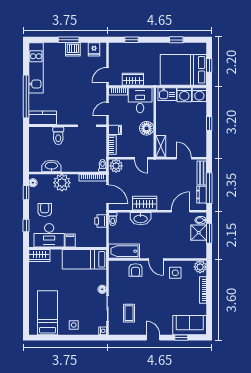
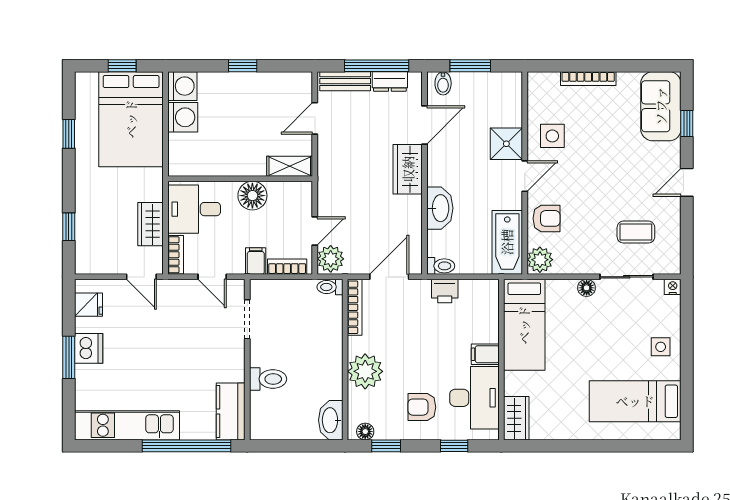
kitchen sink: (167, 94) -> (181, 153), removed
door: (141, 158) -> (315, 231), moved
washbasin: (51, 166) -> (331, 420), moved
wardrobe: (145, 203) -> (408, 169), moved
door: (181, 211) -> (424, 125), swing flipped
shower: (199, 233) -> (506, 144), moved
plant: (200, 267) -> (540, 260), moved

